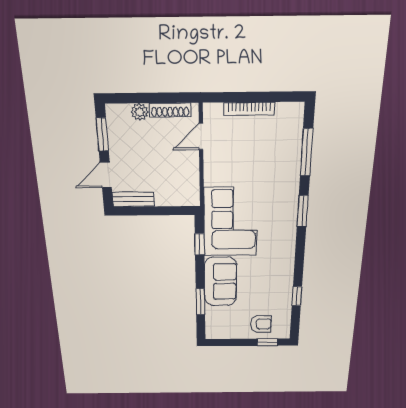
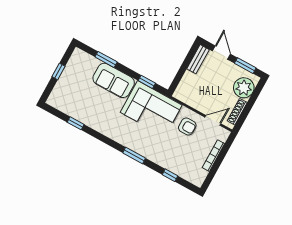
plant: (140, 112) -> (244, 88), width x1.88, depth x1.88
door: (201, 137) -> (213, 120), hinge flipped
window: (307, 152) -> (170, 175), width x0.46
armchair: (261, 324) -> (187, 127), moved, turned -90
window: (268, 342) -> (58, 71), moved

